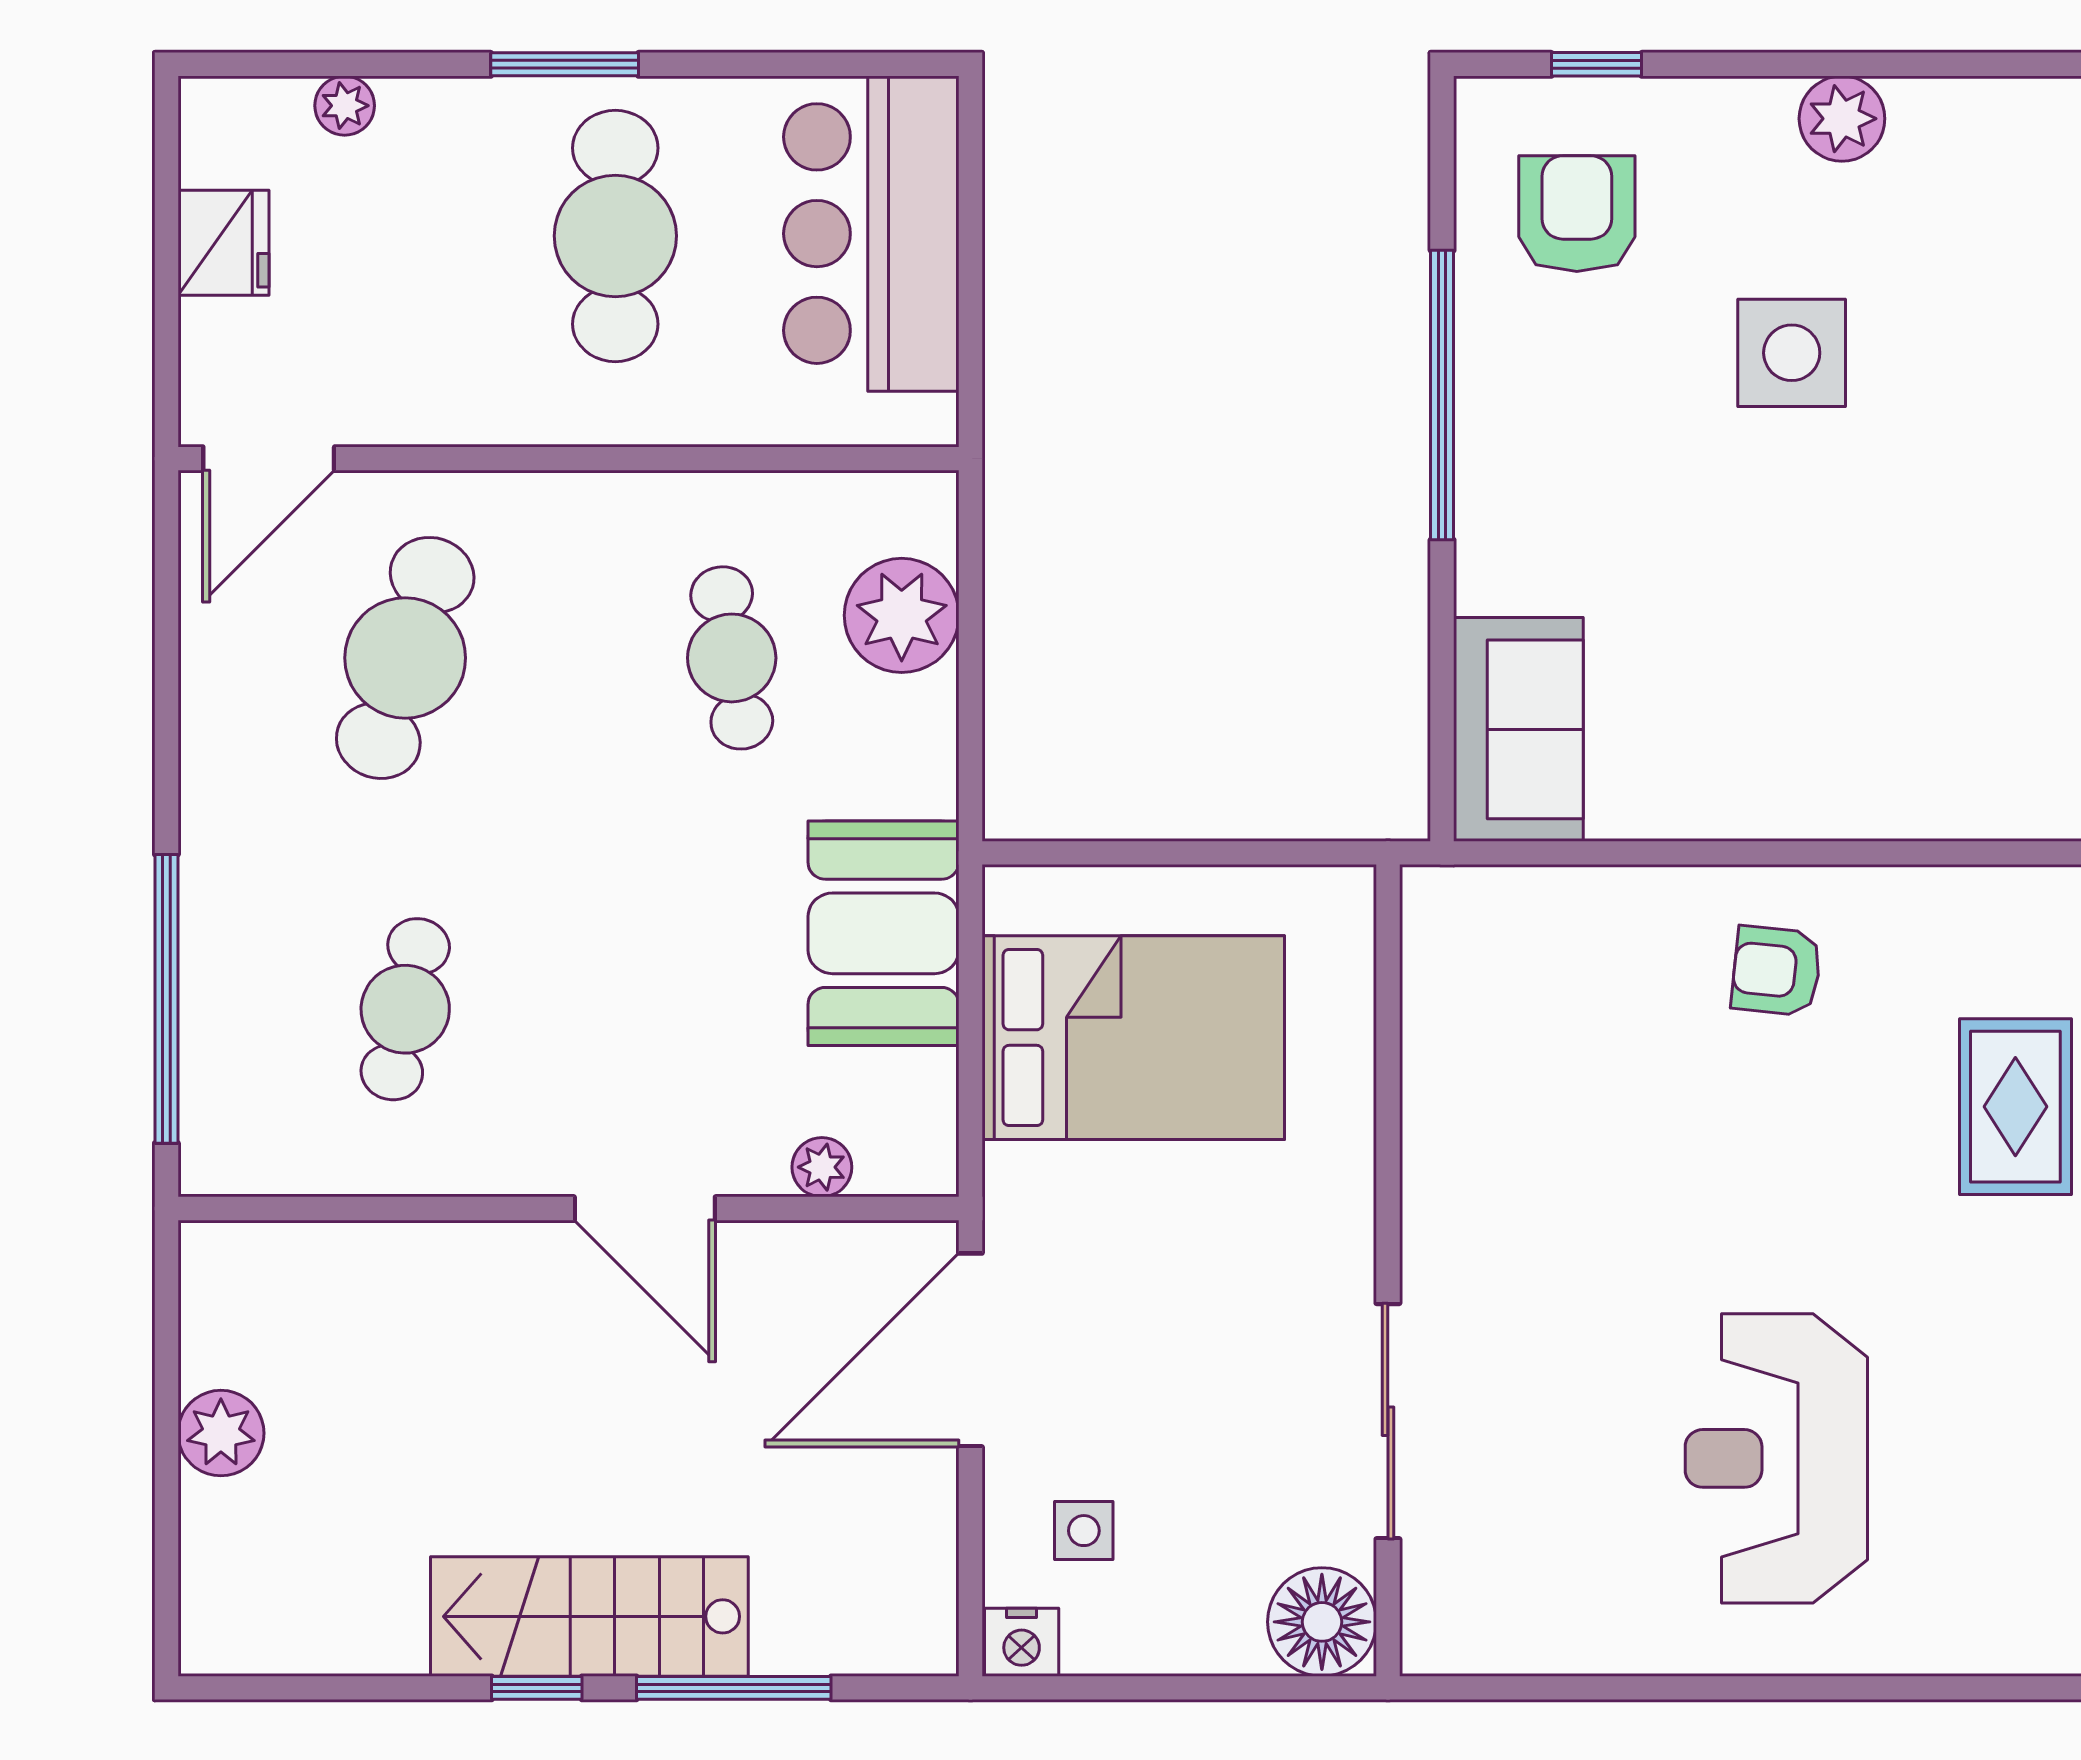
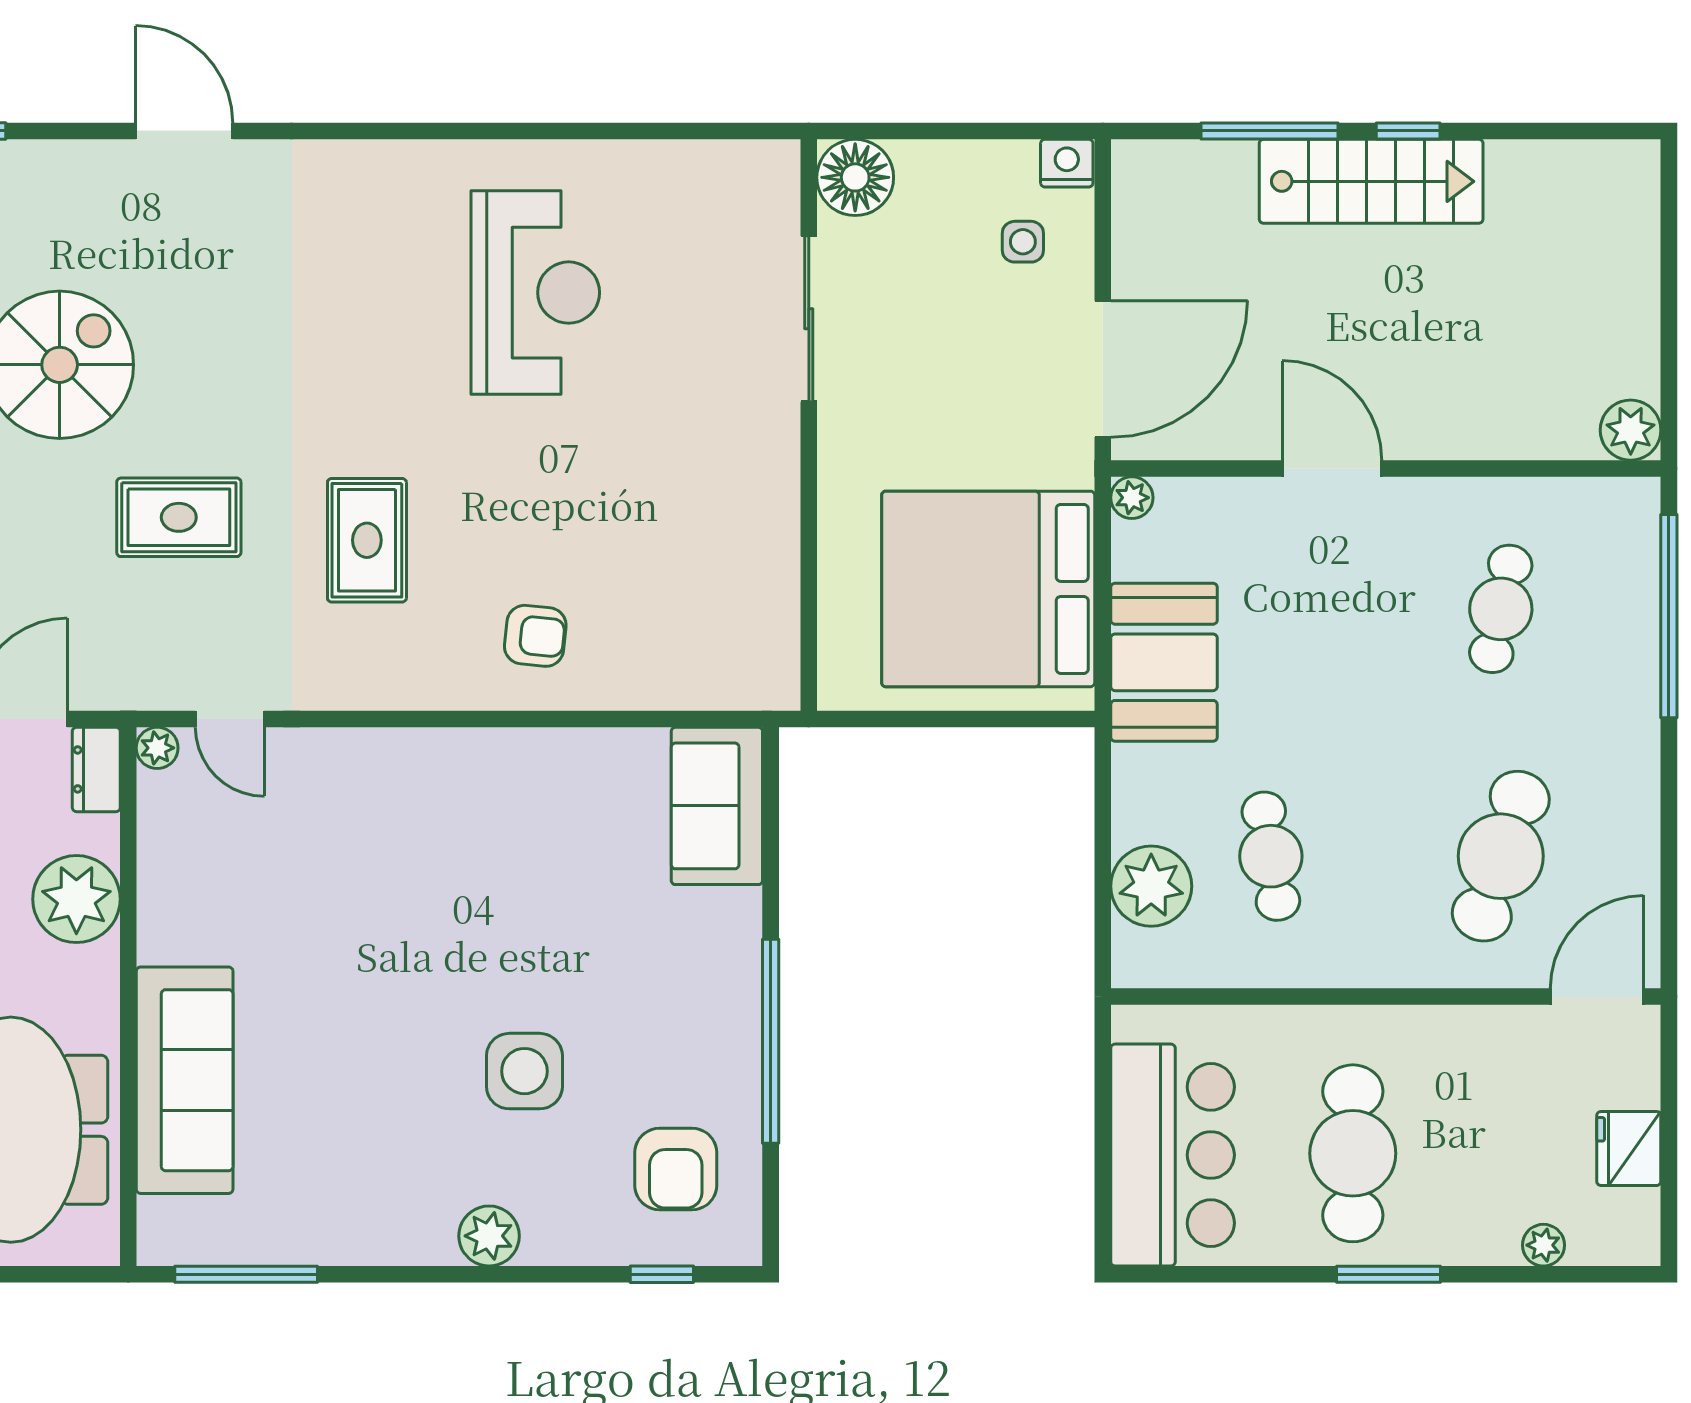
bed: (1133, 1038) -> (988, 589), width x1.36
plant: (822, 1167) -> (1132, 498), moved
plant: (221, 1433) -> (1631, 430), moved

